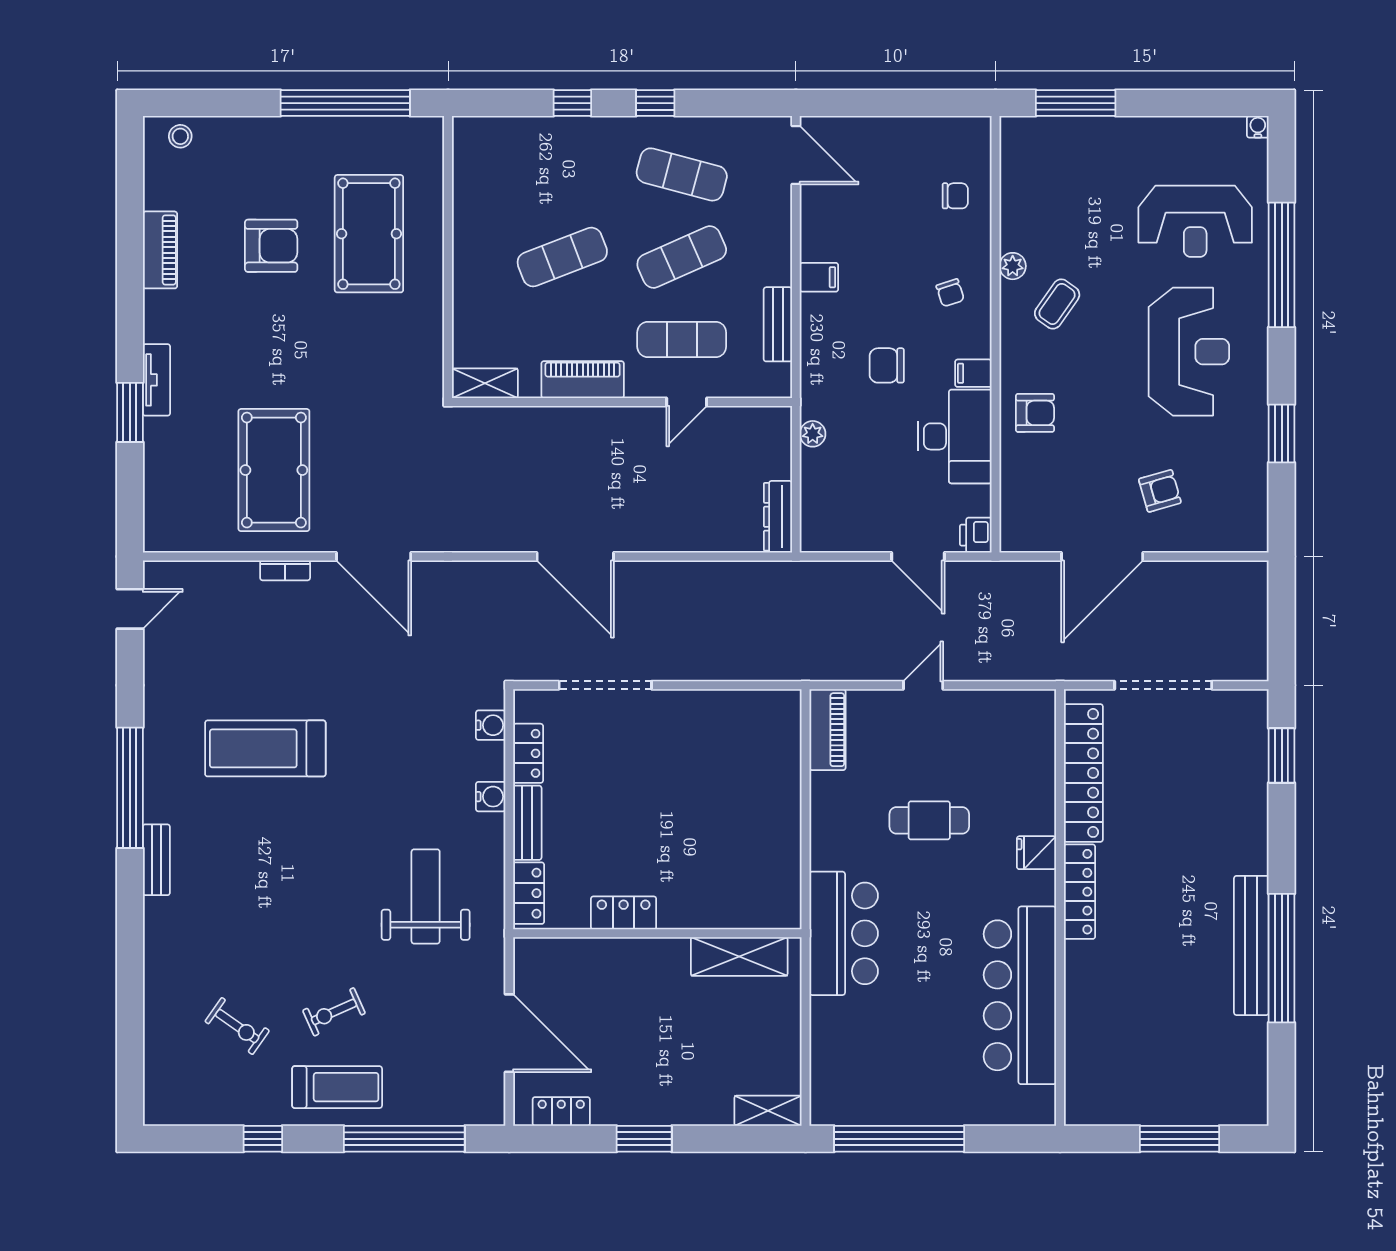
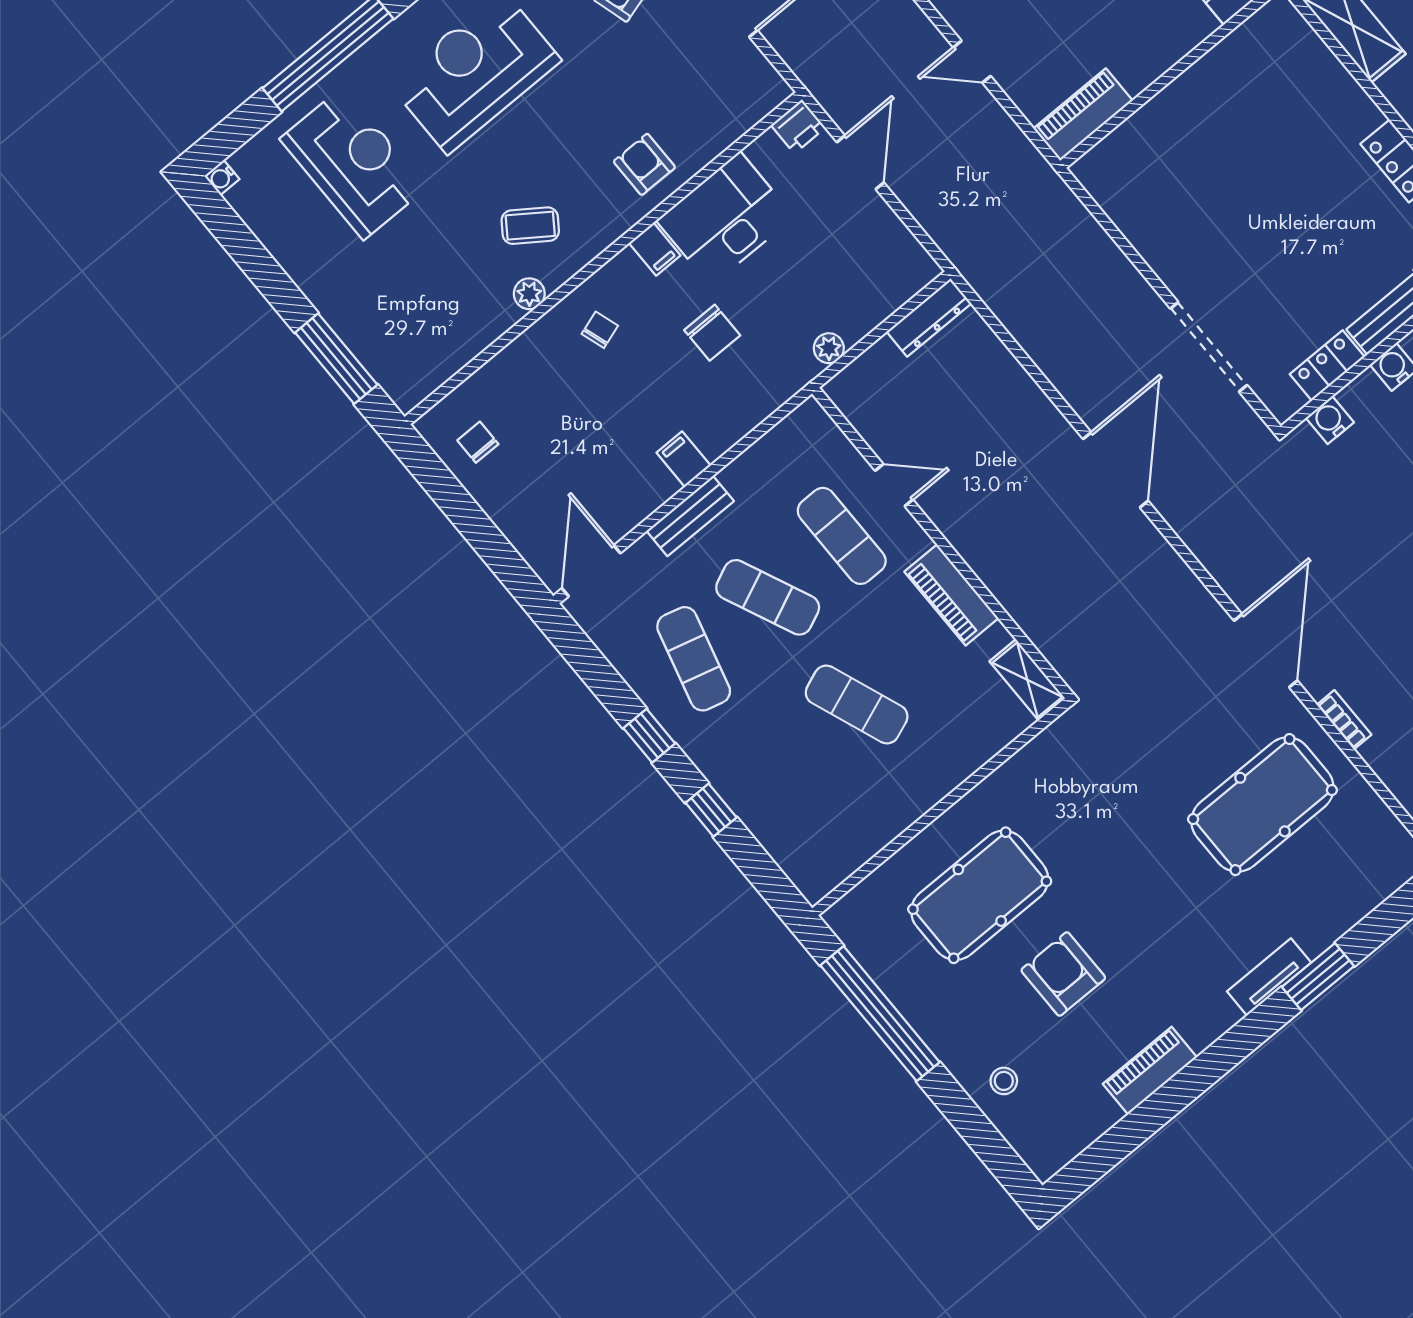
stool: (180, 136) -> (1004, 1081), moved
chair: (955, 196) -> (478, 442), moved
bench: (778, 324) -> (690, 516), moved

